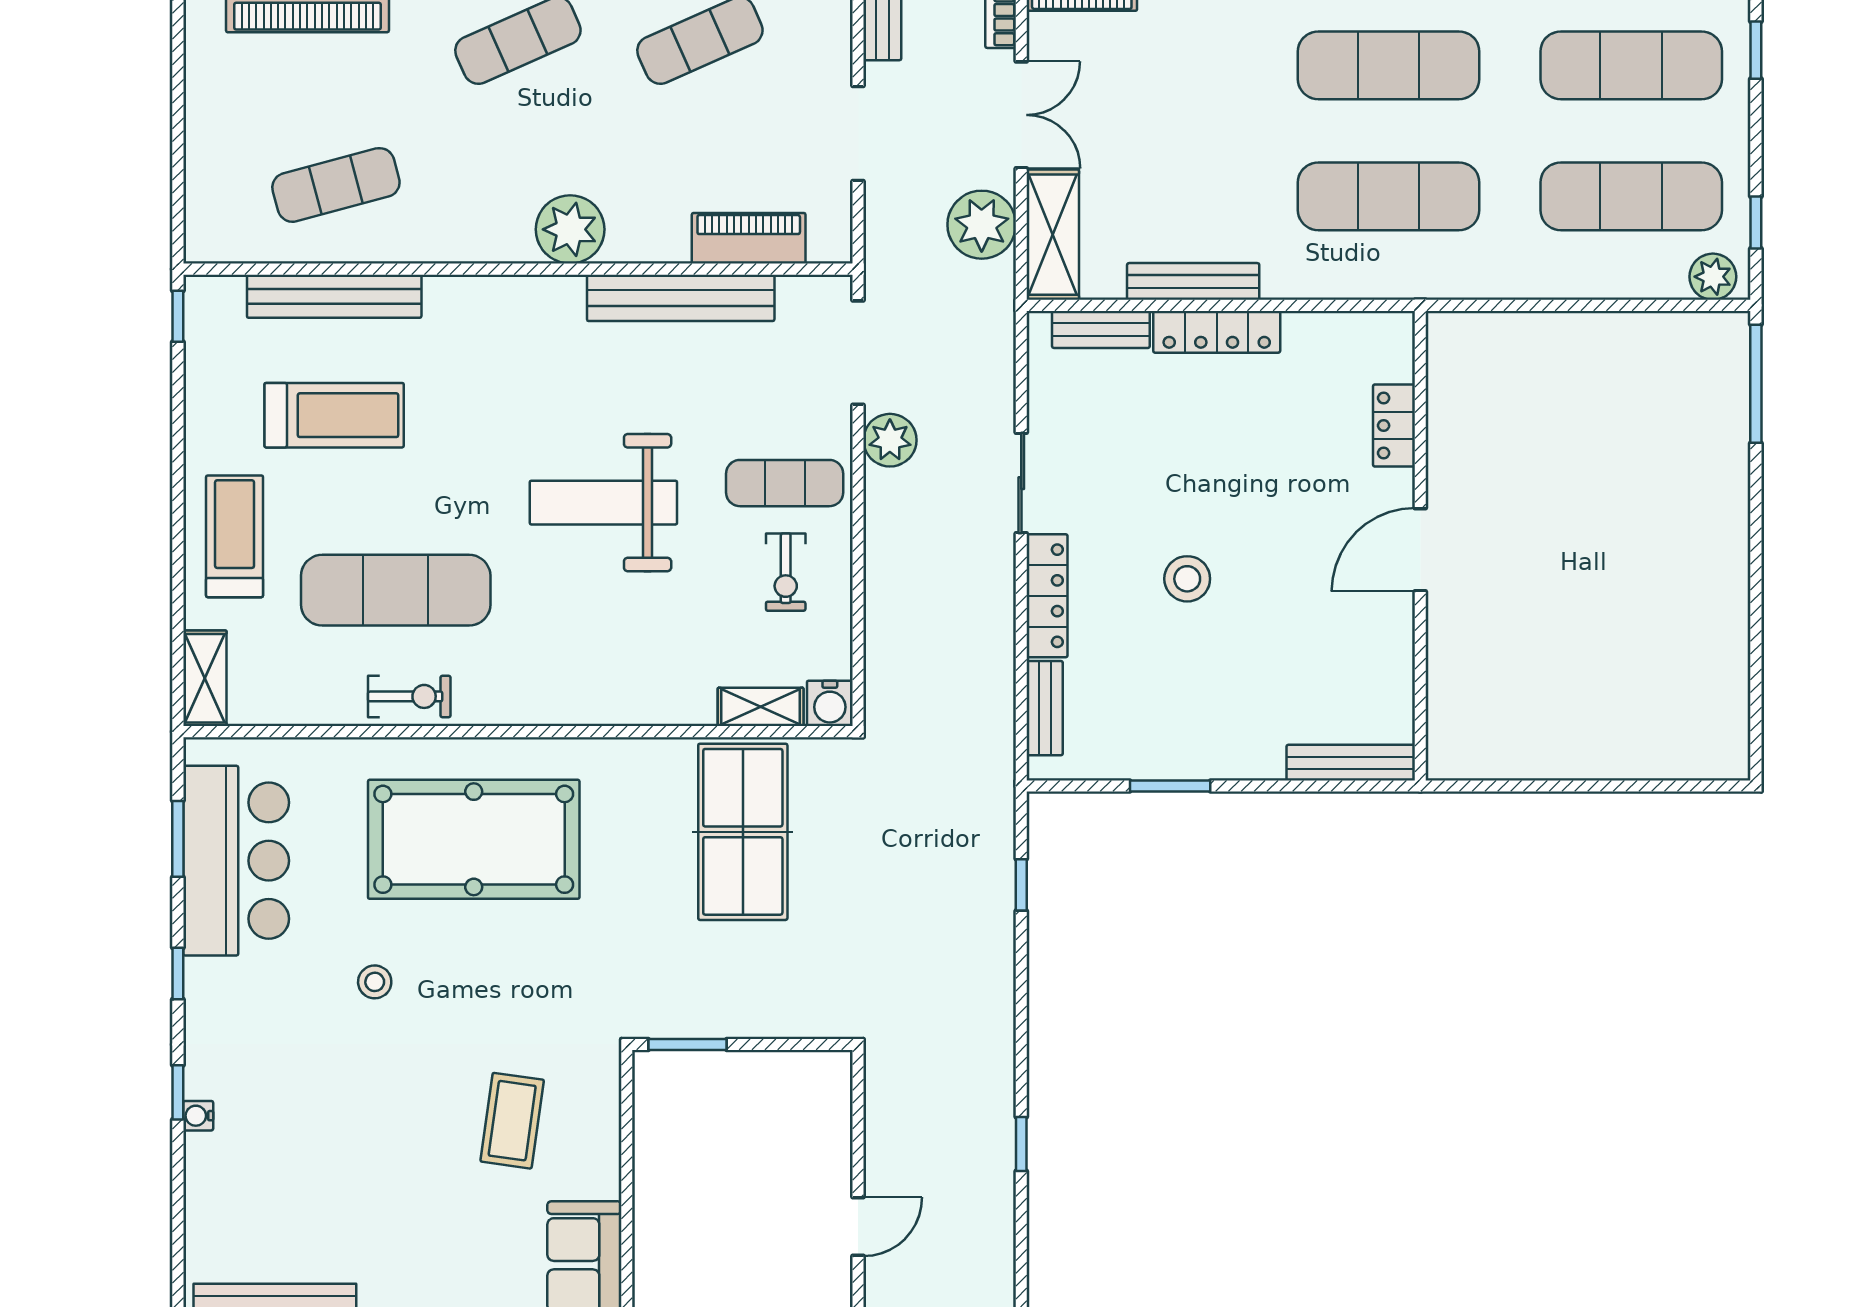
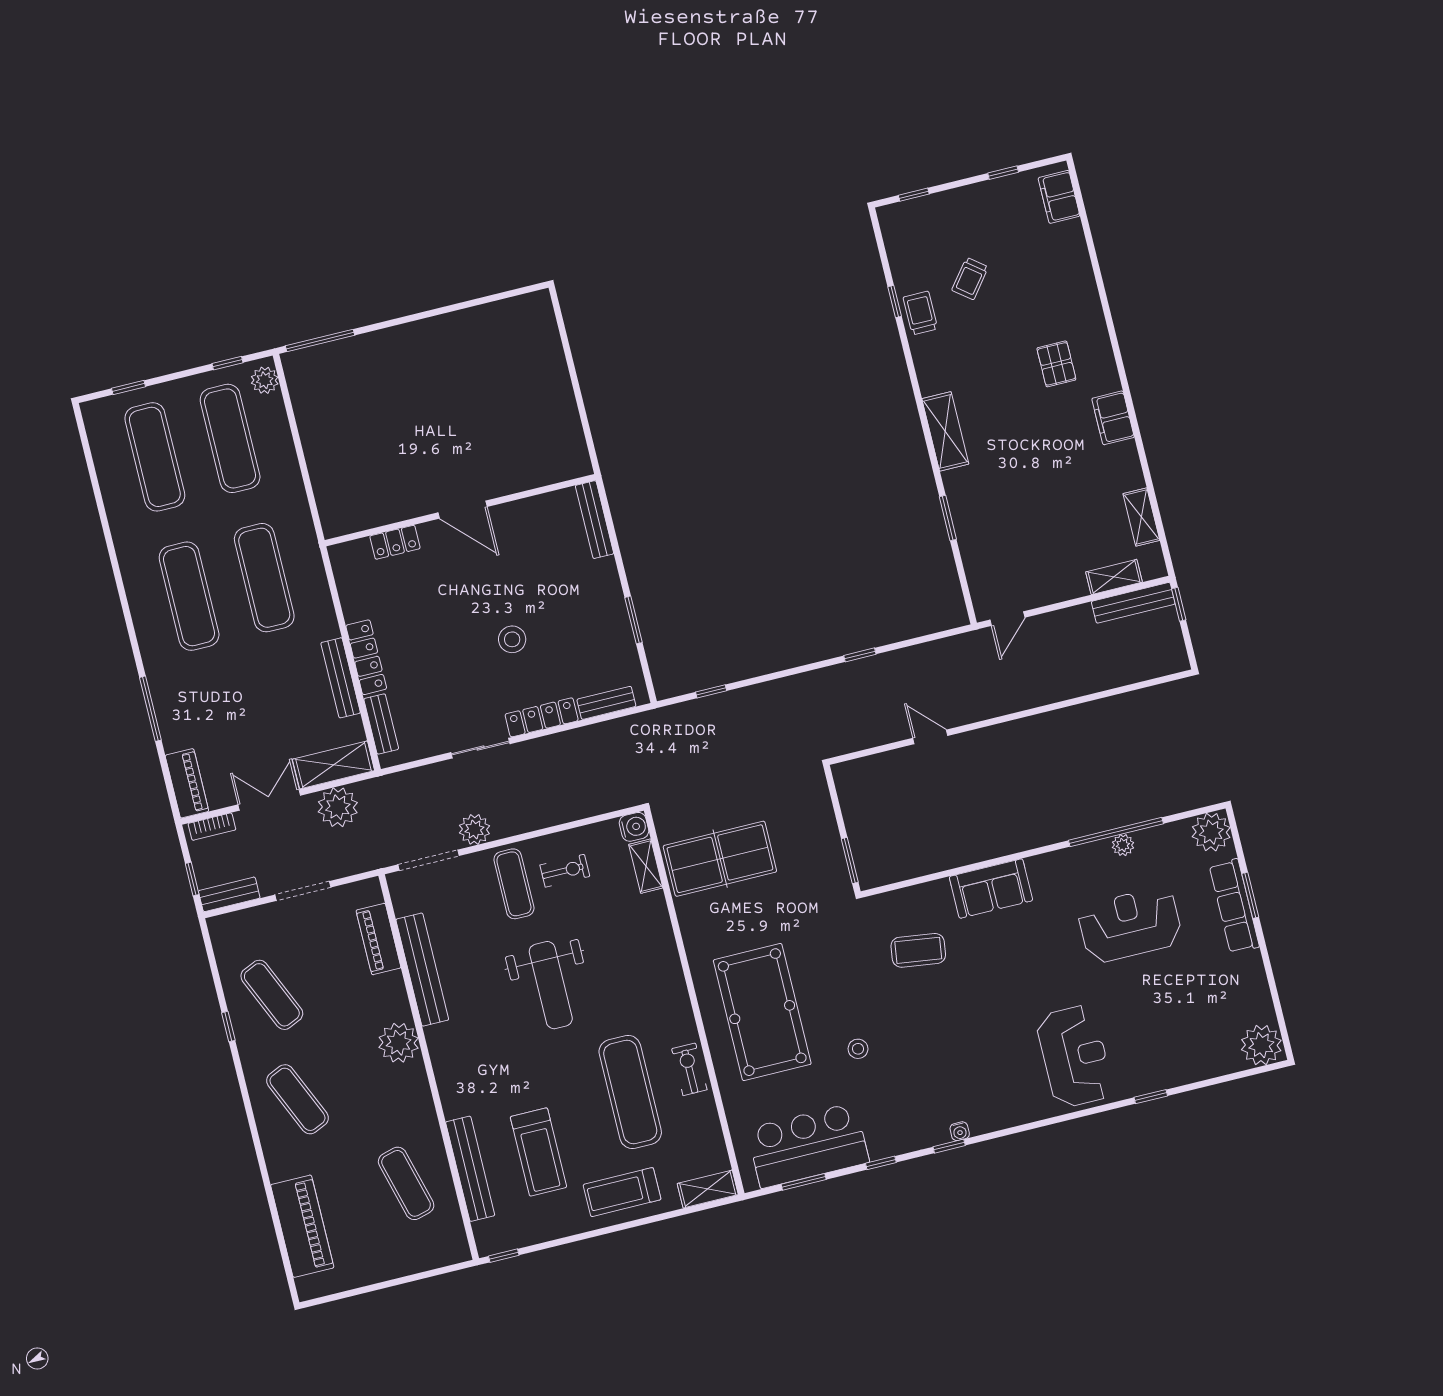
treadmill: (334, 415) -> (538, 1152), turned 180

